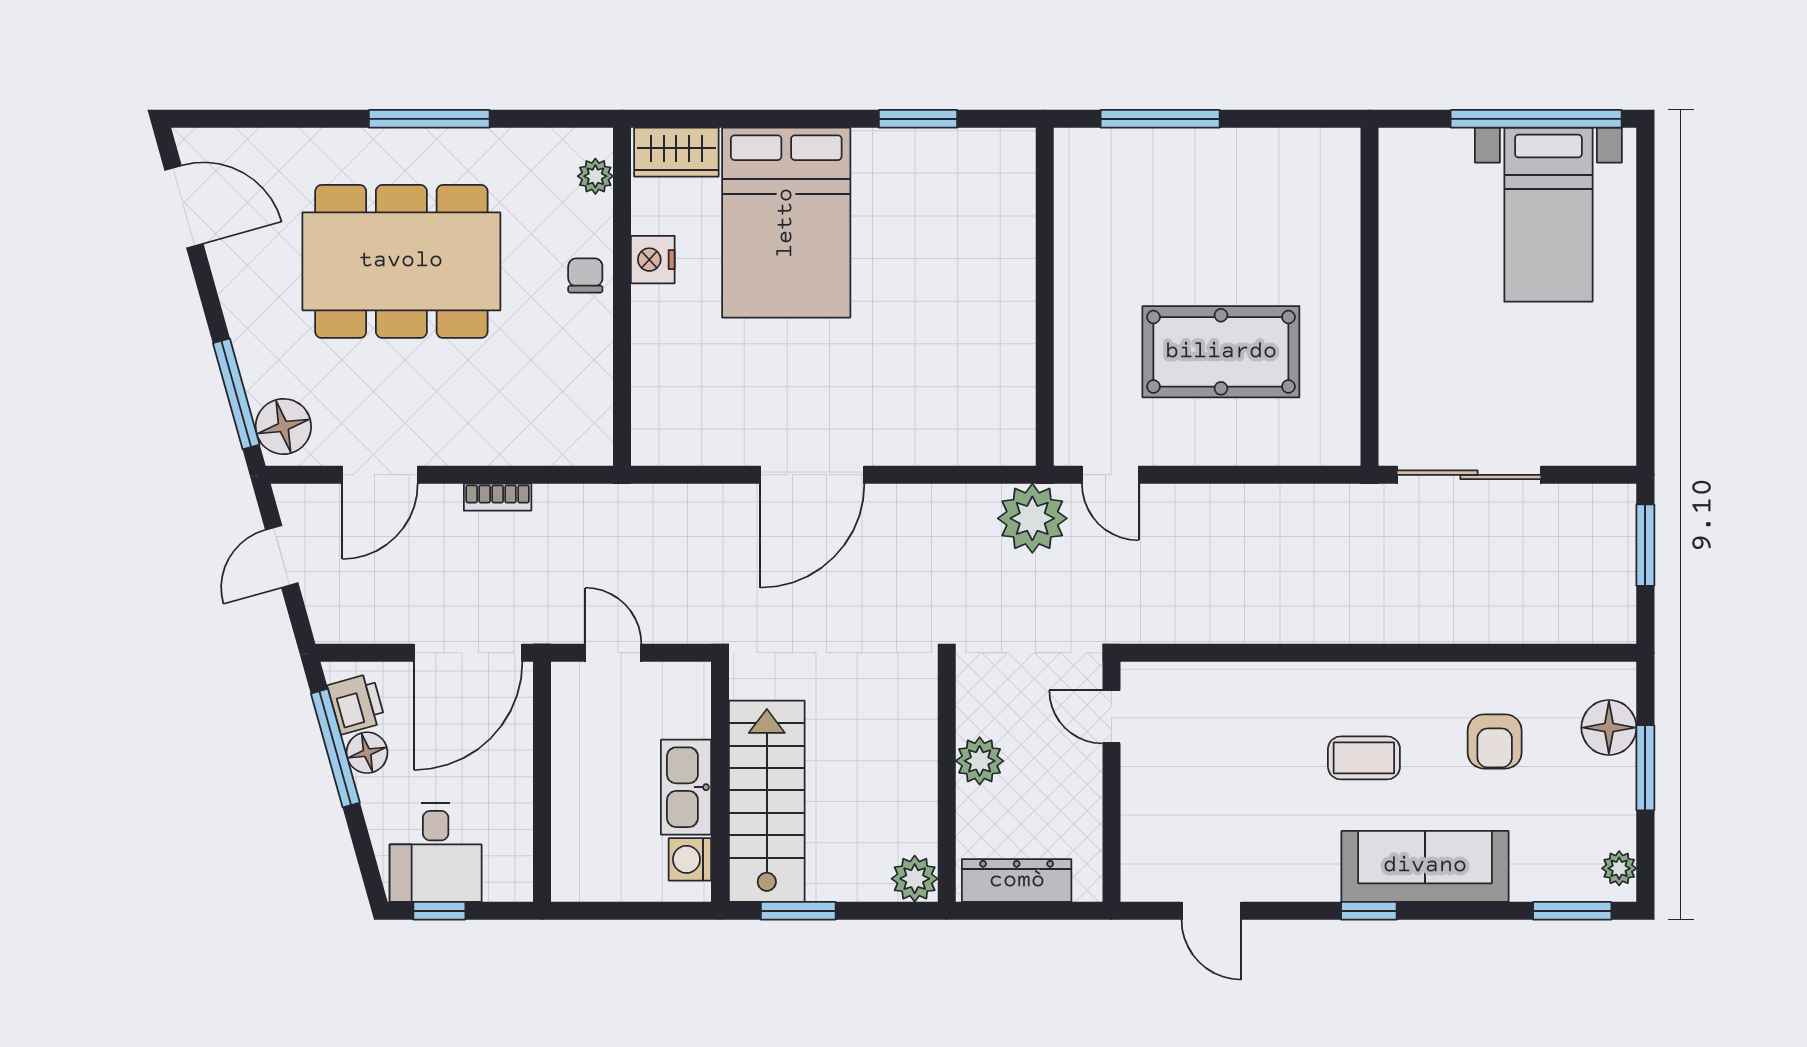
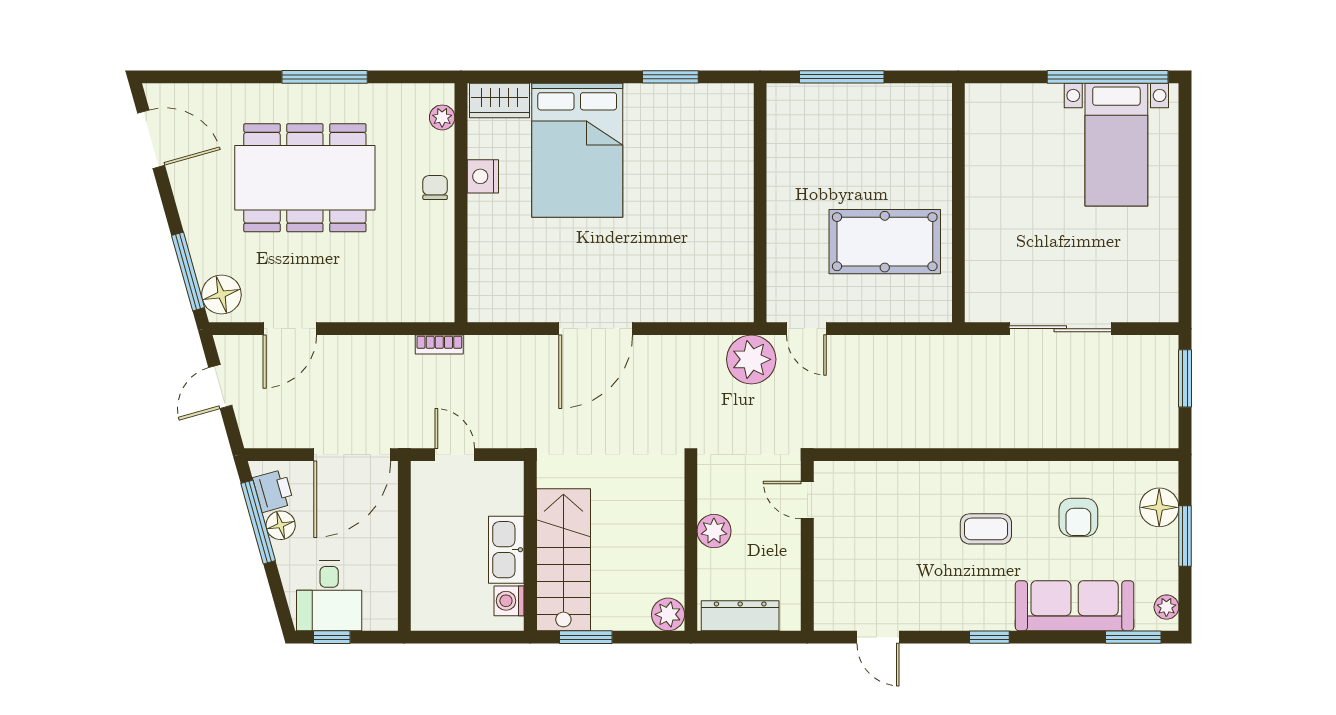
wall: (1370, 297) -> (958, 203), moved
bookcase: (498, 497) -> (439, 345), moved
sofa: (1425, 866) -> (1075, 606), moved

